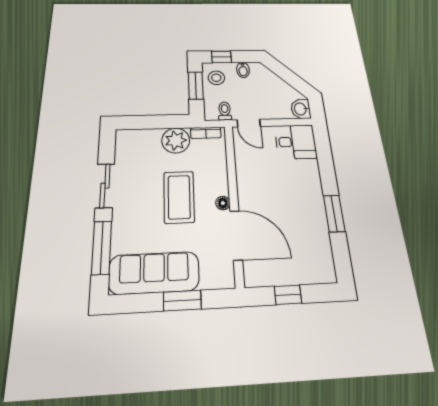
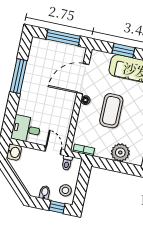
window: (196, 85) -> (81, 187), removed
plant: (176, 140) -> (120, 153), moved
window: (334, 213) -> (19, 76), width x1.44
door: (236, 235) -> (83, 79), hinge flipped
window: (288, 295) -> (63, 38), width x2.17

